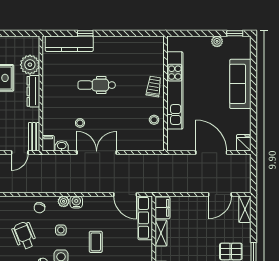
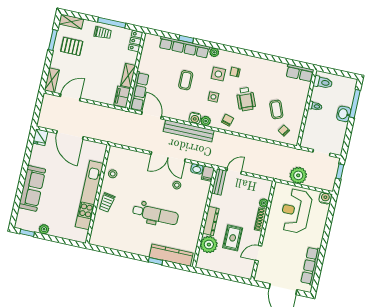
dental chair: (97, 85) -> (155, 214), width x1.36, depth x1.38
bench: (80, 186) -> (189, 131), added

